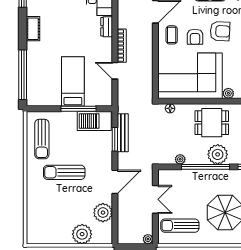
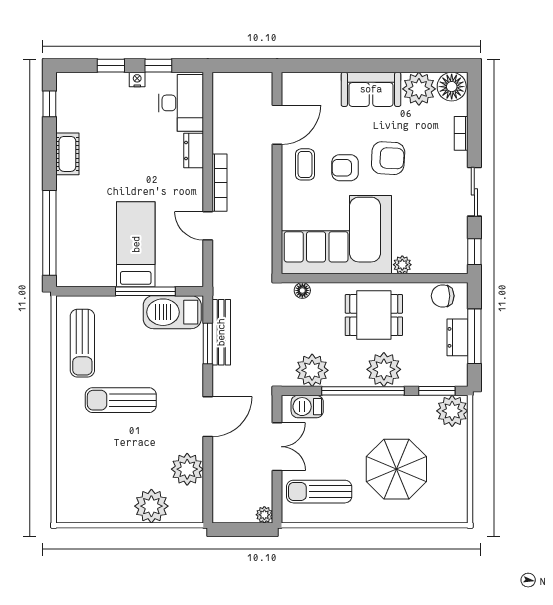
armchair: (195, 37) -> (345, 168), turned 90
plant: (180, 159) -> (312, 370), width x1.87, depth x1.87
barbecue: (173, 176) -> (307, 407), added

